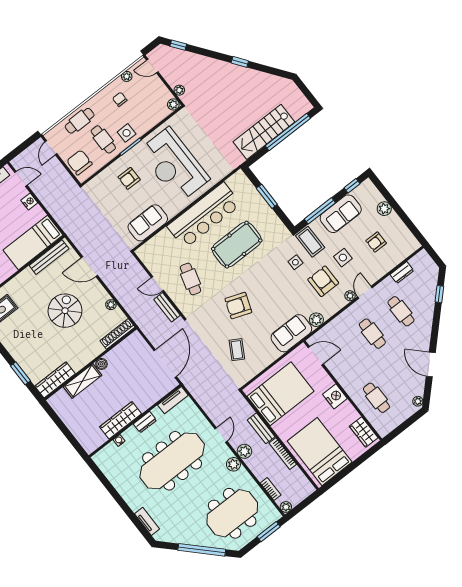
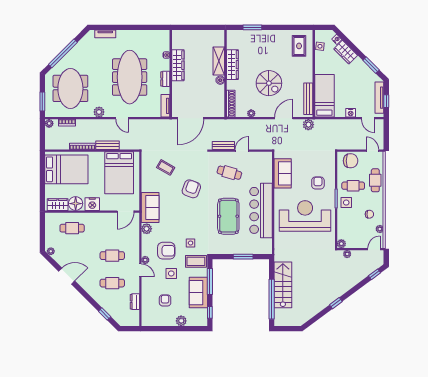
door: (21, 179) -> (368, 118), hinge flipped
door: (165, 364) -> (191, 118), hinge flipped
wardrobe: (55, 380) -> (232, 65), moved
floor lamp: (348, 414) -> (76, 204), added
plant: (244, 451) -> (308, 125), moved

